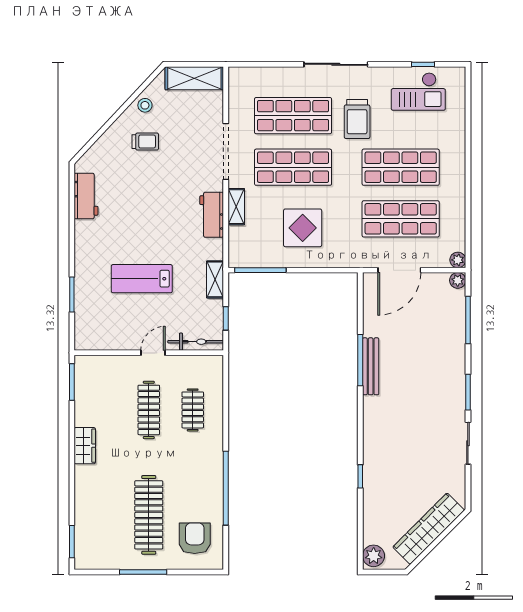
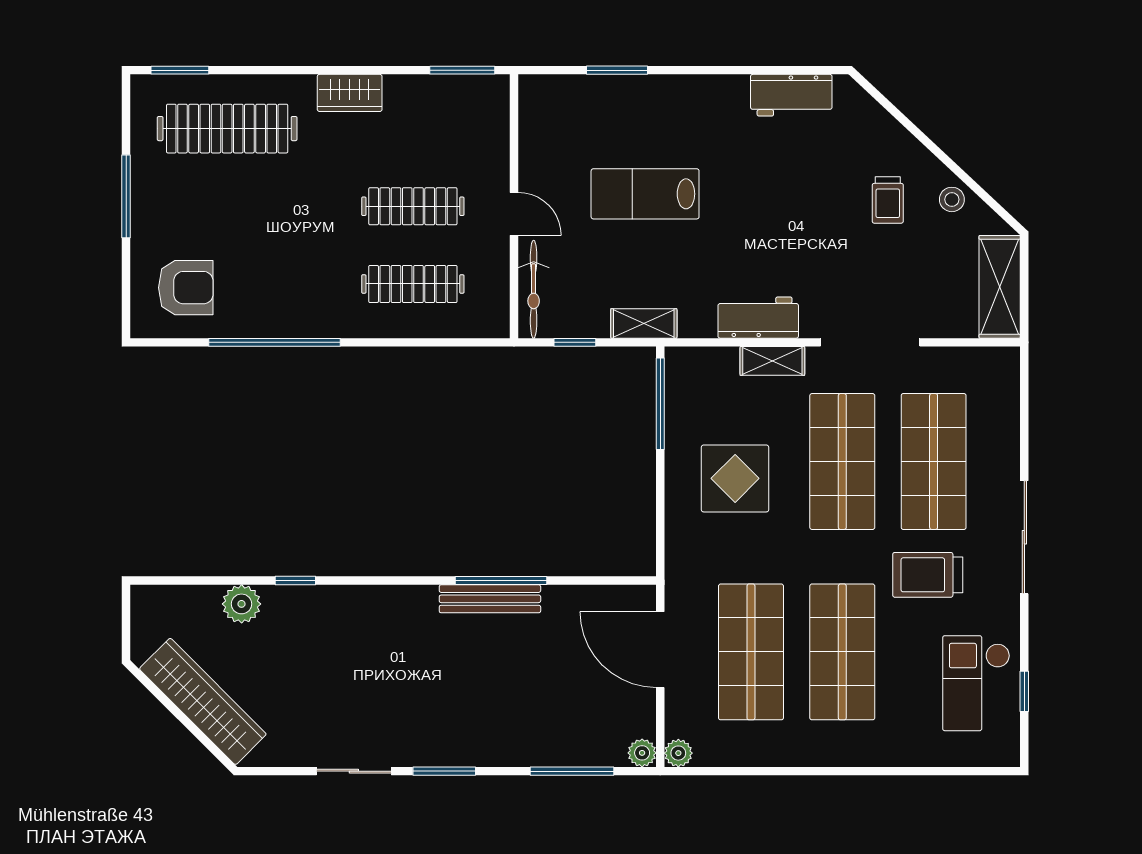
lab bench: (142, 279) -> (645, 194), turned -90
clothes rail: (193, 410) -> (413, 284), width x1.36
clothes rail: (149, 515) -> (227, 129), moved
plant: (374, 556) -> (242, 604), moved

